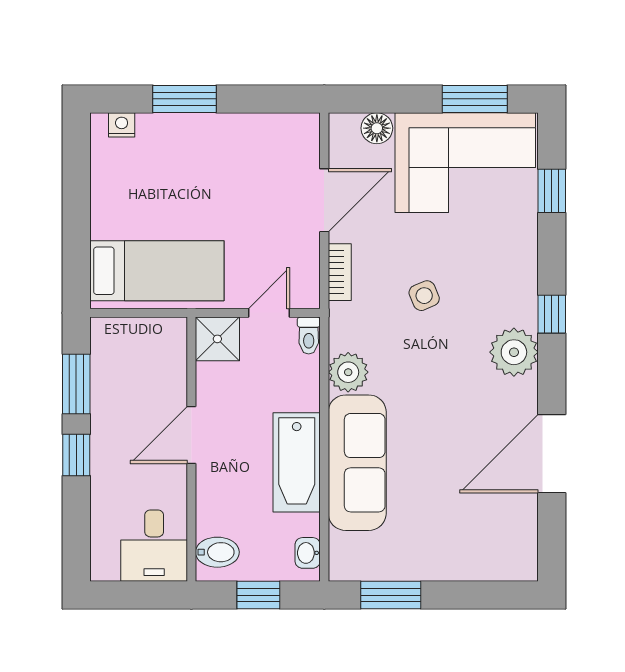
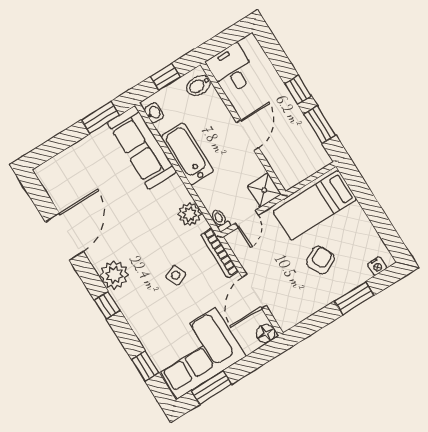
floor lamp: (377, 128) -> (266, 334), moved
armchair: (199, 186) -> (320, 260), added
bookcase: (340, 272) -> (220, 253), width x1.56
sofa: (357, 463) -> (142, 147), moved

